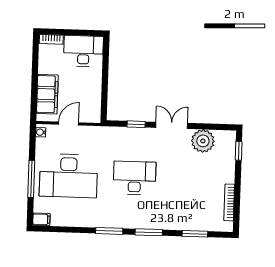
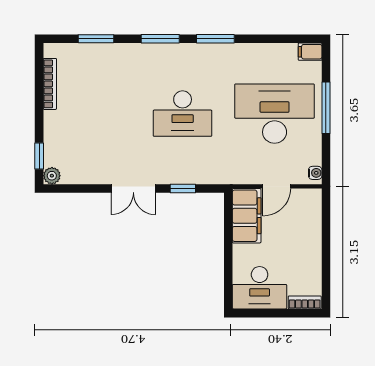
filing cabinet: (47, 94) -> (247, 216), moved, turned 180
plant: (203, 141) -> (52, 176), moved, width x0.53, depth x0.53

